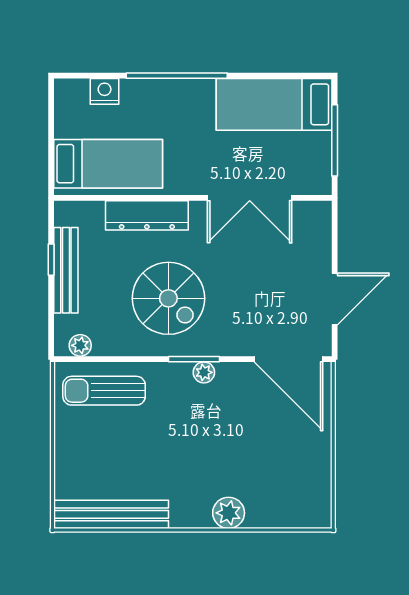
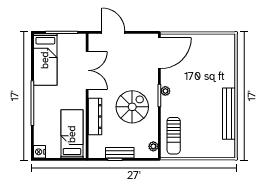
nightstand: (105, 91) -> (40, 152), moved
bench: (66, 270) -> (120, 153), width x0.73
door: (335, 299) -> (113, 32), moved
plant: (229, 513) -> (228, 80), removed
bench: (111, 514) -> (229, 114), moved

